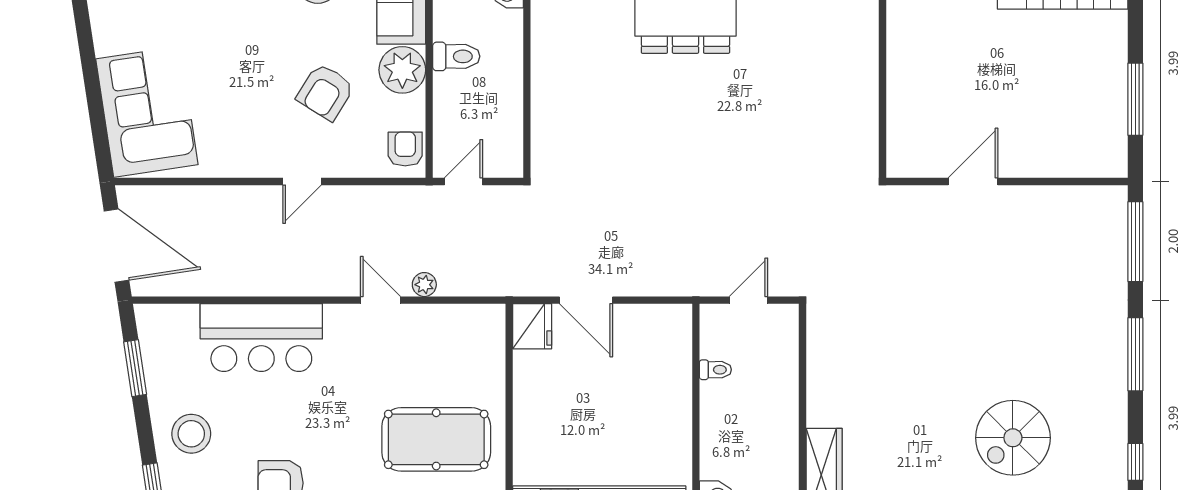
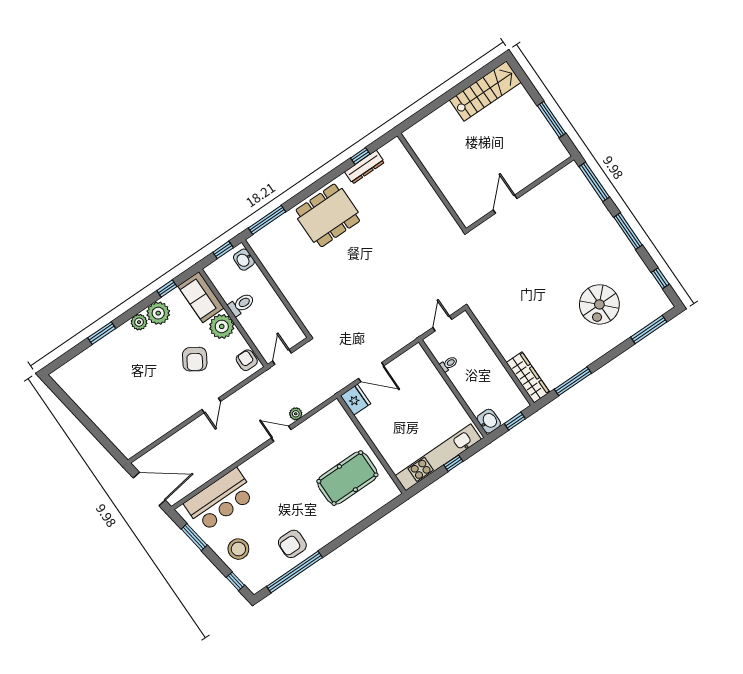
corner sofa: (147, 112) -> (122, 421), removed
bar counter: (261, 338) -> (220, 500), moved

